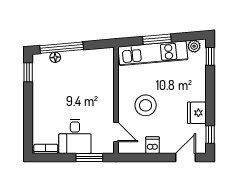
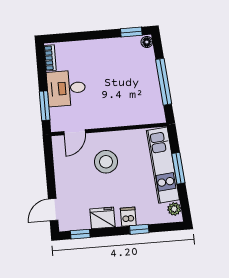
window: (62, 48) -> (164, 82), moved
window: (210, 56) -> (139, 229), moved
floor lamp: (55, 57) -> (147, 42), moved
dishwasher: (152, 145) -> (128, 217), moved, turned -90
door: (186, 158) -> (53, 210), swing flipped

